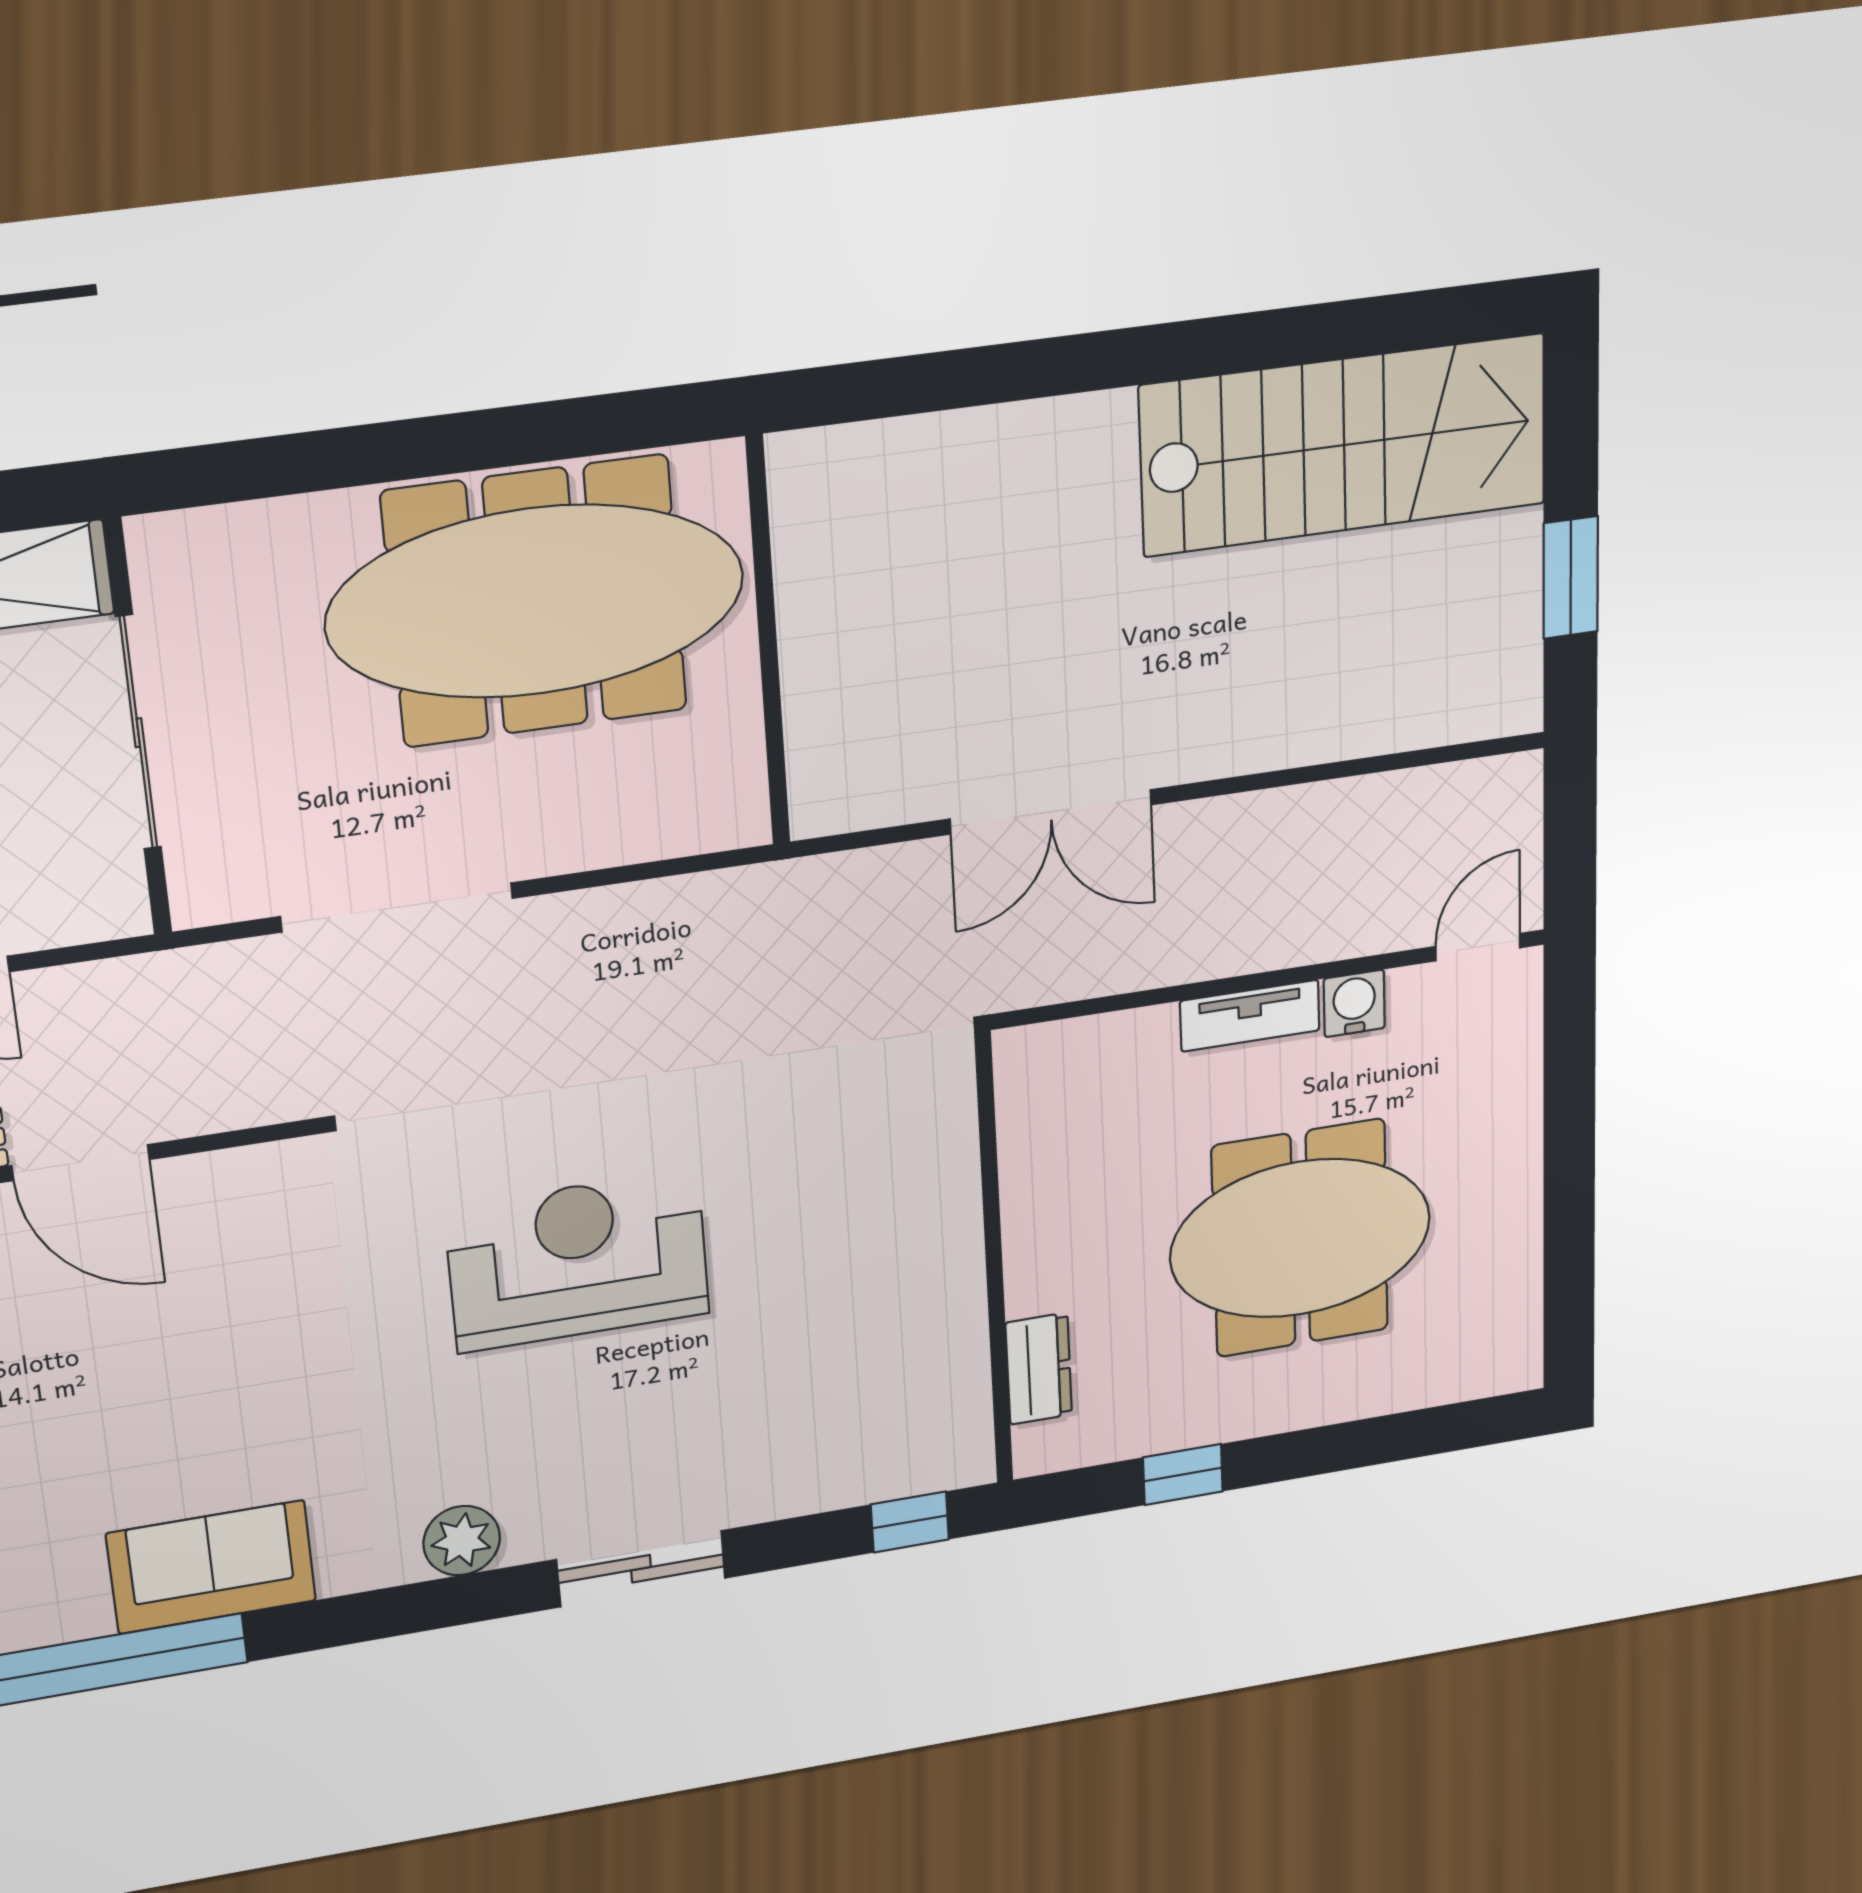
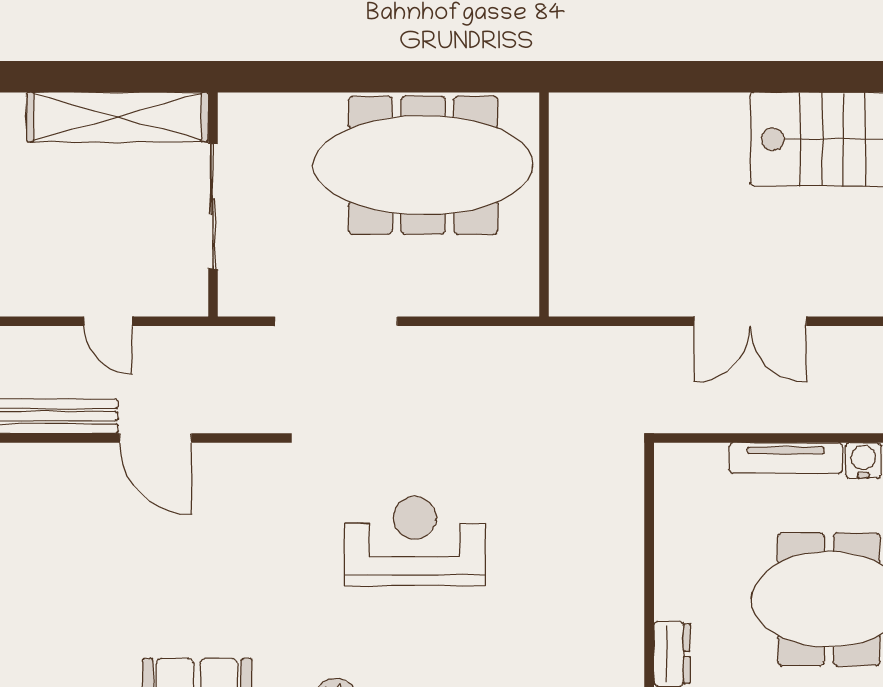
double door: (1051, 812) -> (750, 321), moved
tv unit: (1250, 1016) -> (786, 458), width x1.41

